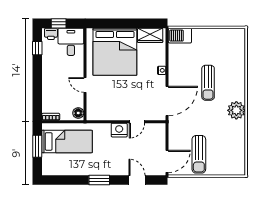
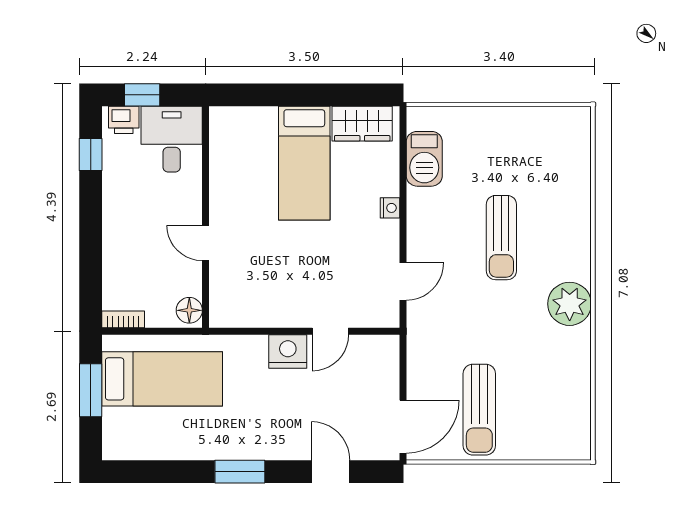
barbecue: (180, 36) -> (424, 159), moved, turned -90
bed: (115, 52) -> (304, 163), width x0.49
door: (167, 101) -> (403, 281), width x0.53

